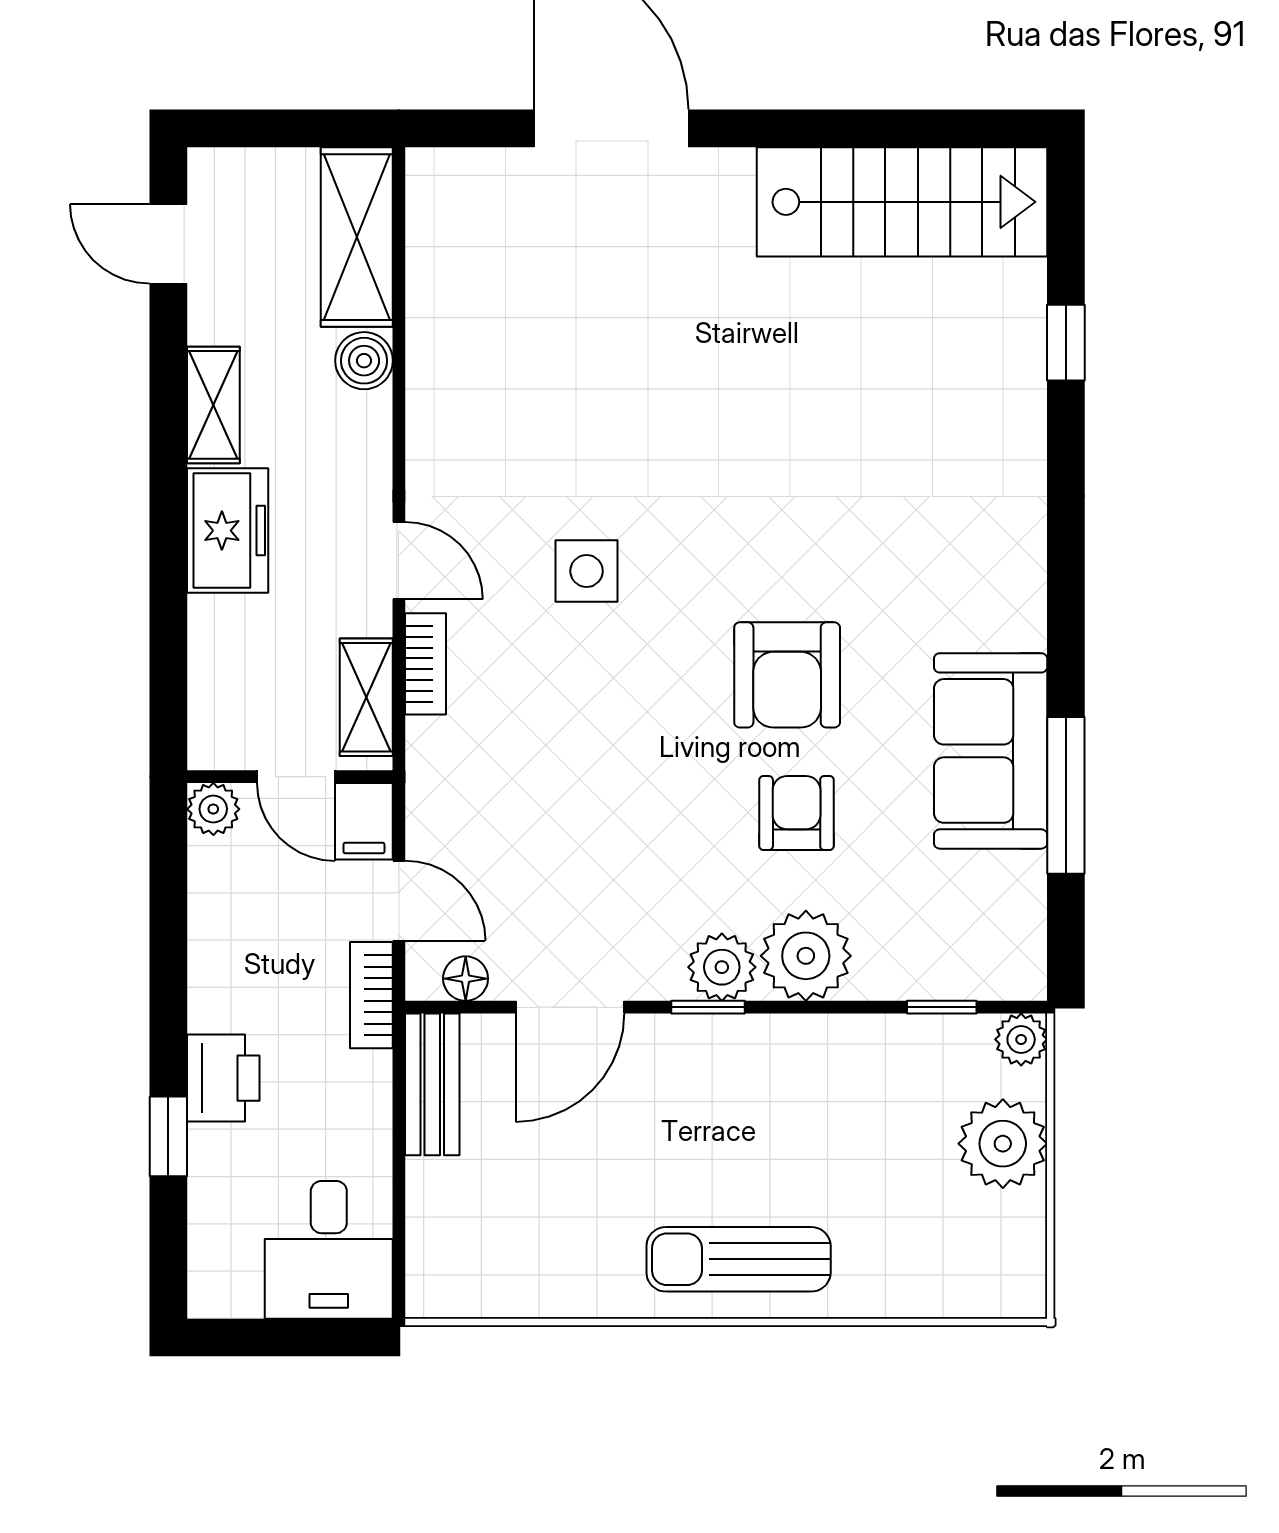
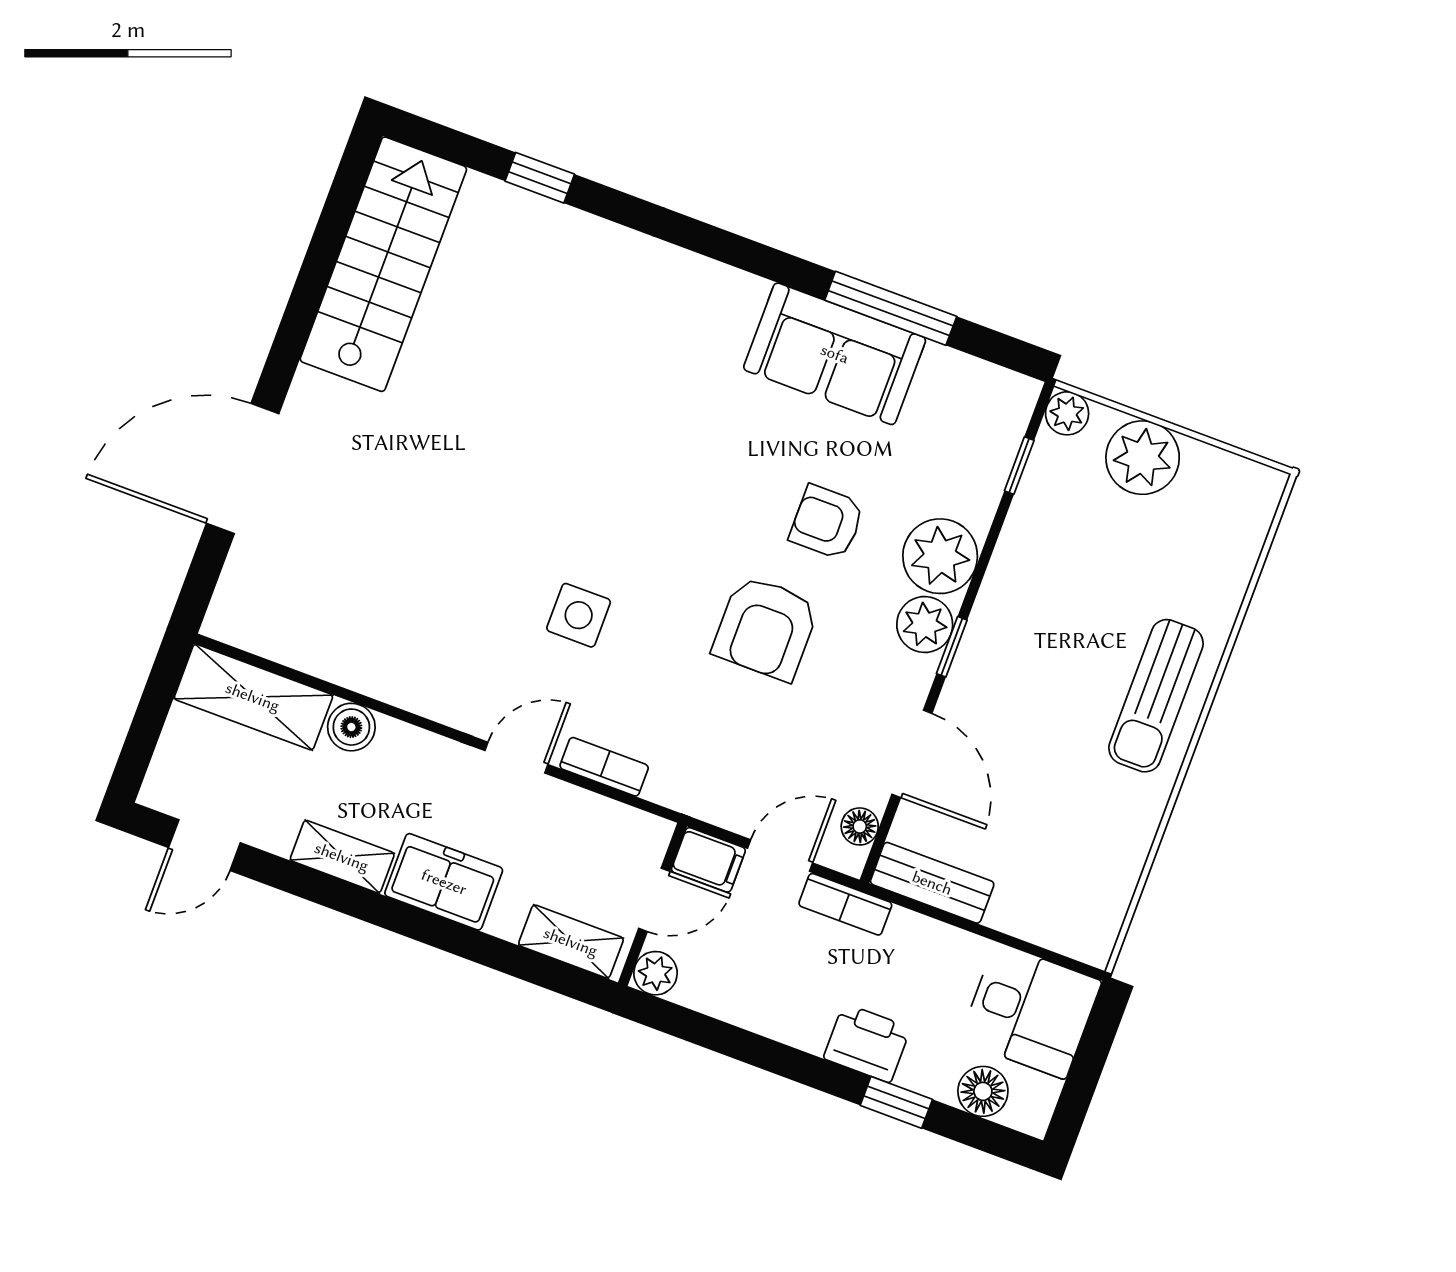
armchair: (787, 675) -> (766, 628), moved, turned 90
shelving: (366, 697) -> (571, 942), moved
floor lamp: (217, 1230) -> (983, 1091), added

